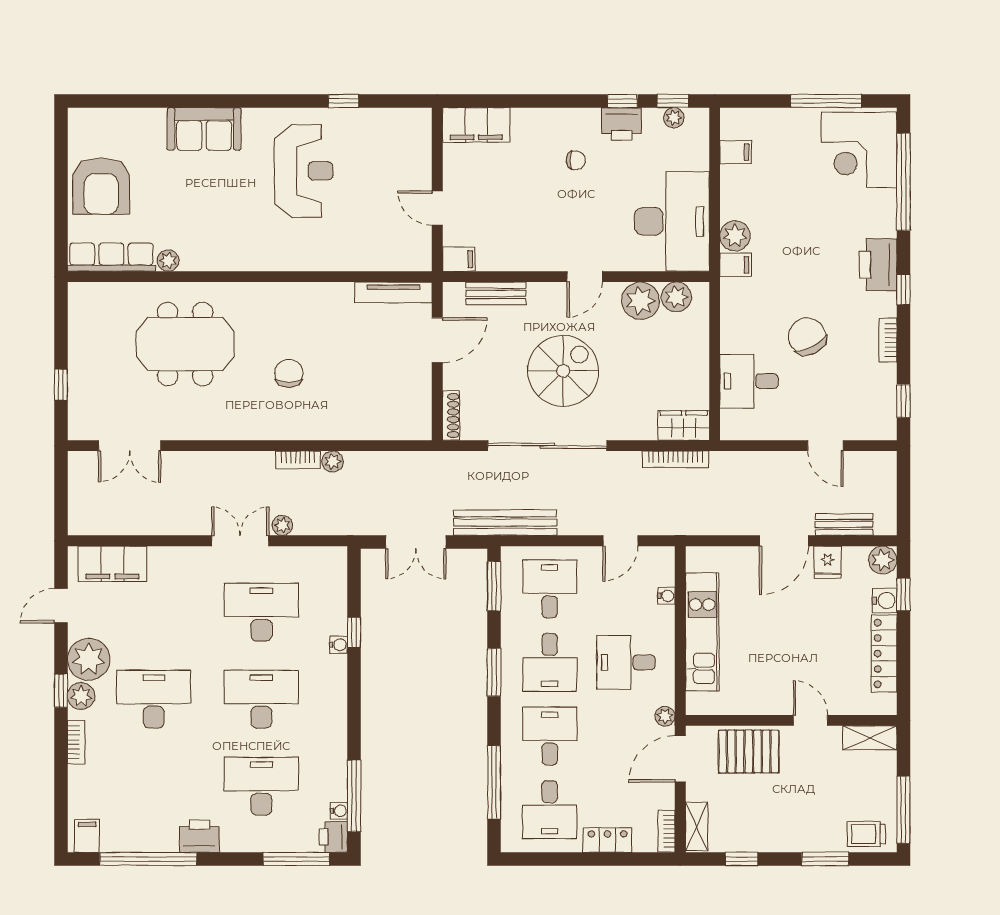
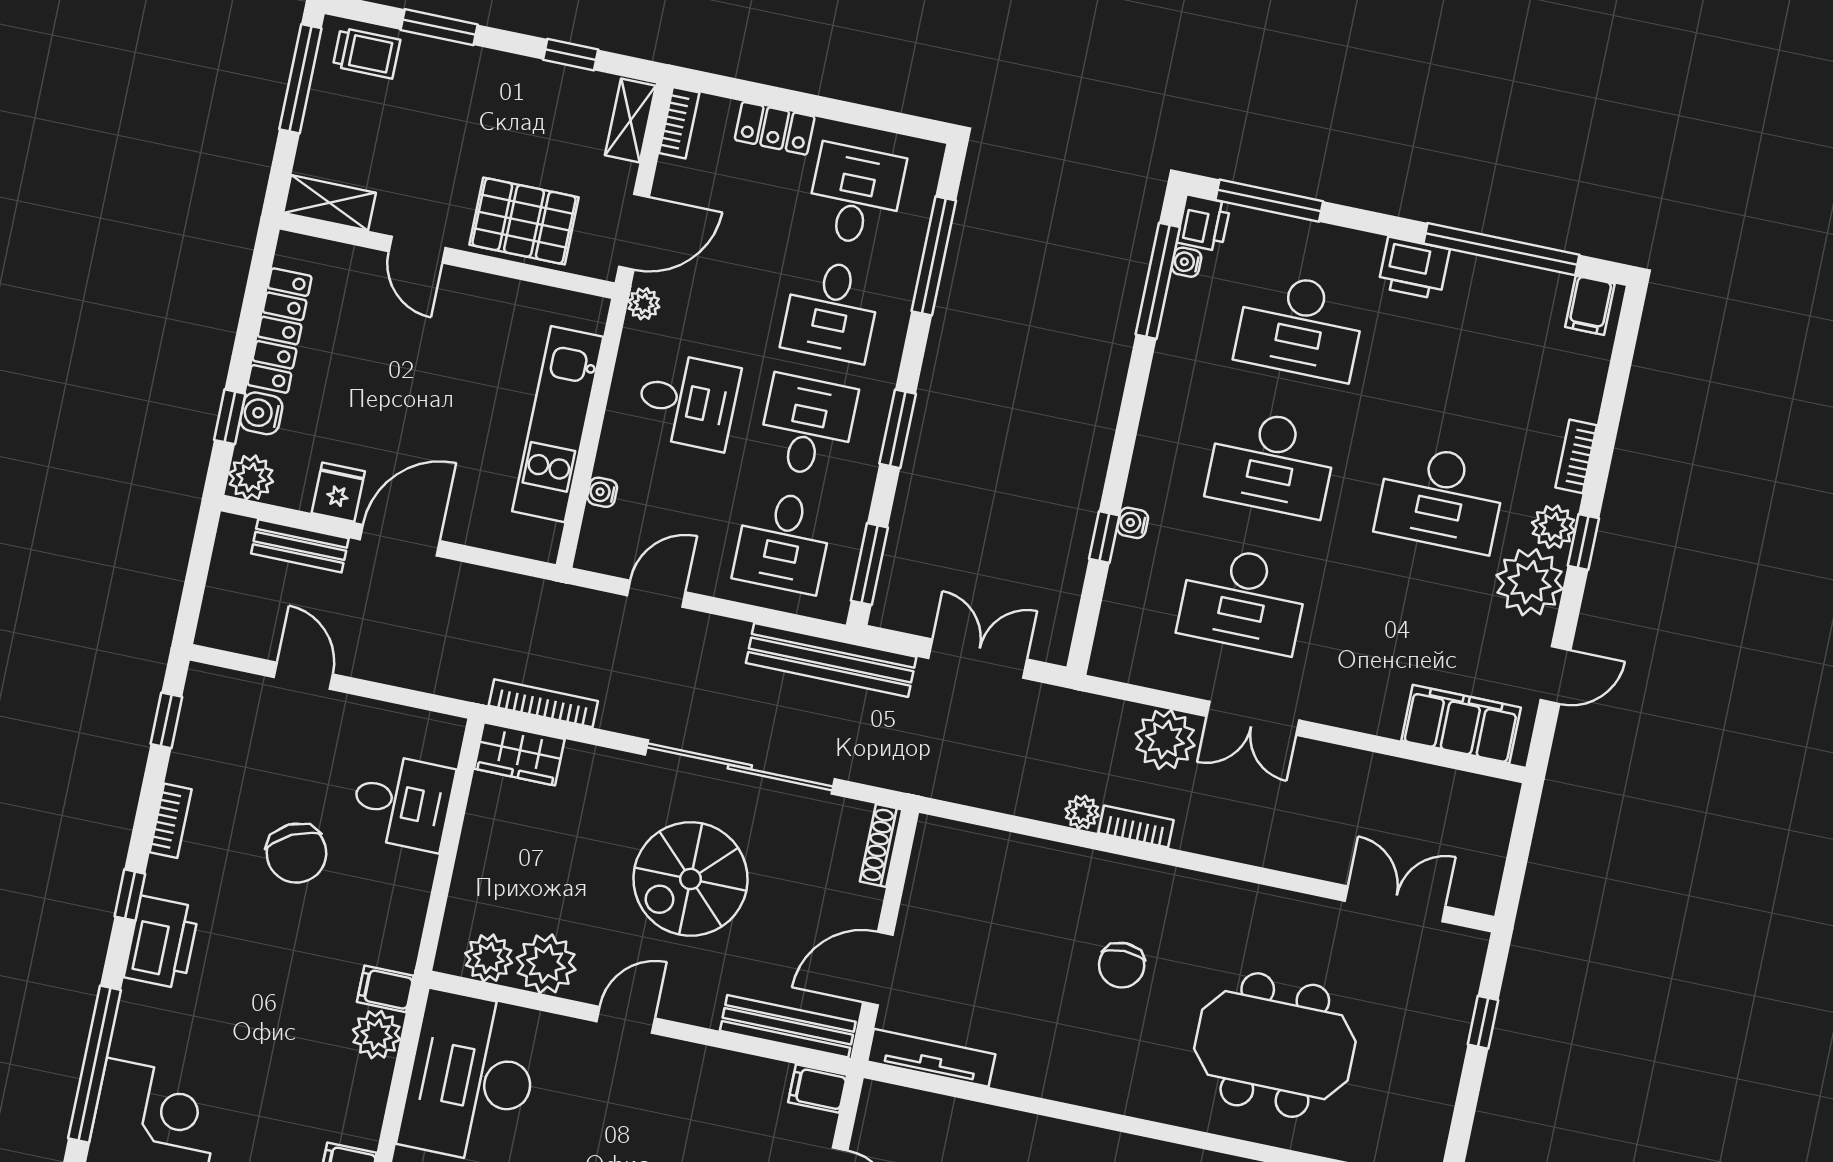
bench: (496, 293) -> (788, 1026), width x1.36
plant: (282, 525) -> (1165, 740), width x1.87, depth x1.87

